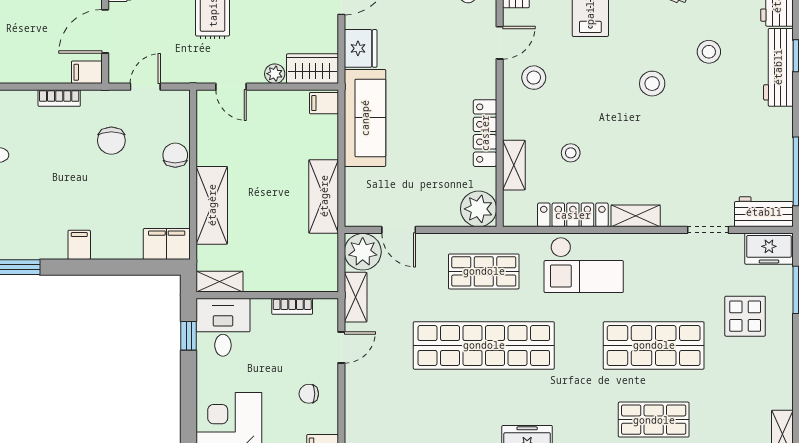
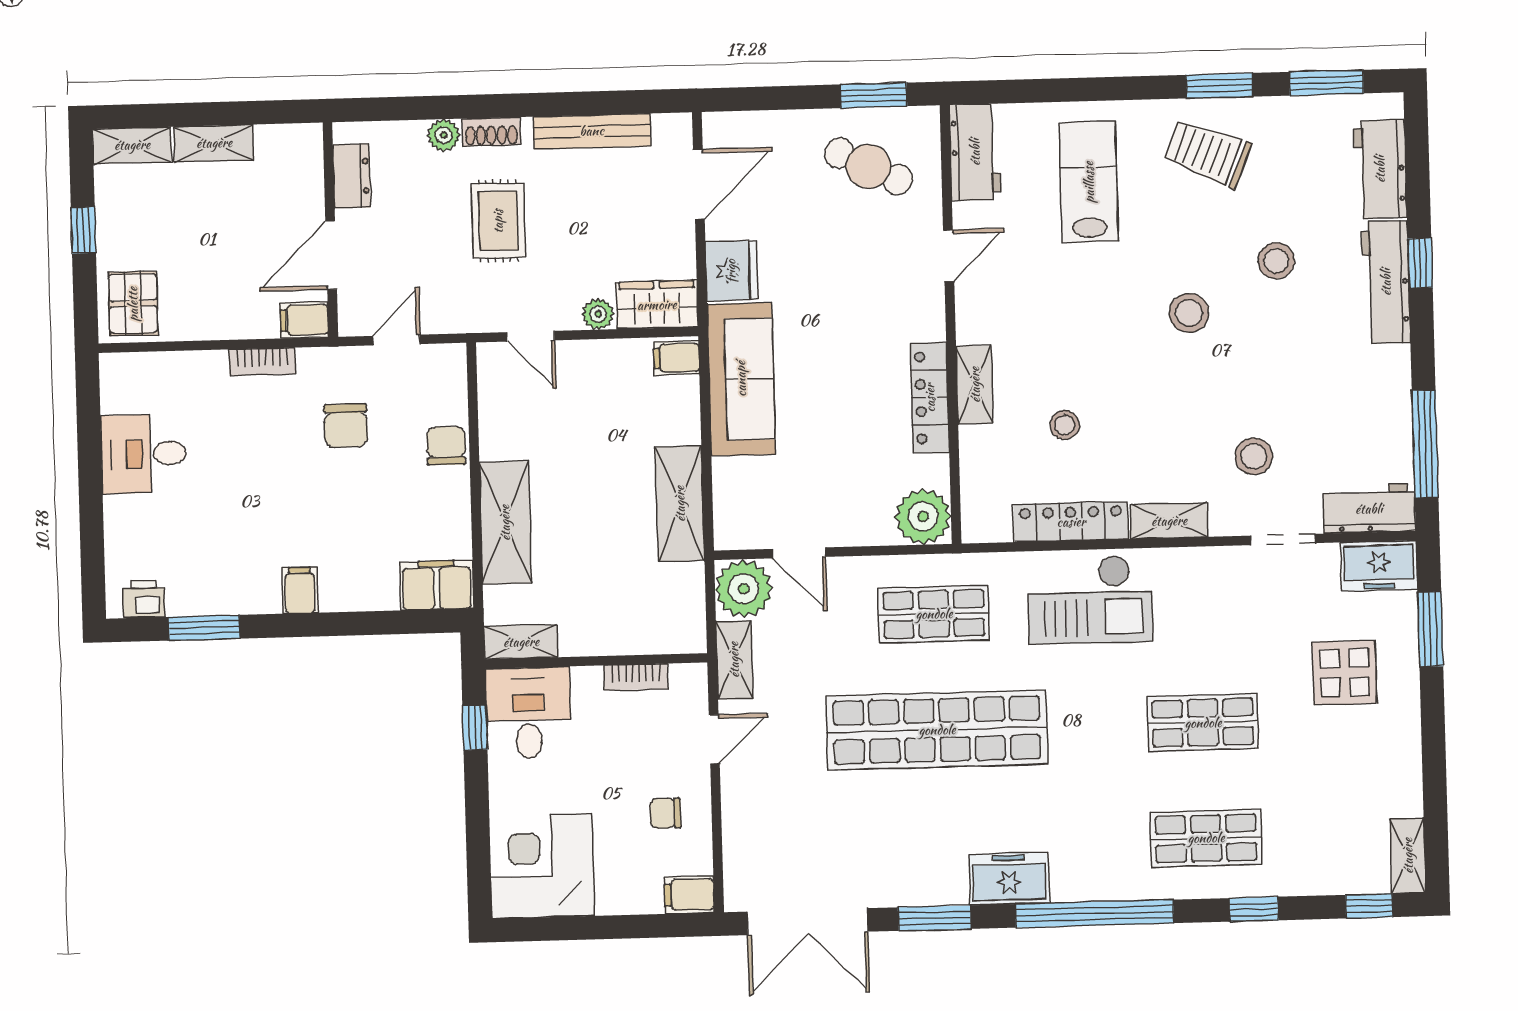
stool: (534, 78) -> (1254, 456), moved
shelving: (514, 165) -> (975, 385), moved
shop shelf: (654, 345) -> (1203, 723), width x0.70, depth x0.74

